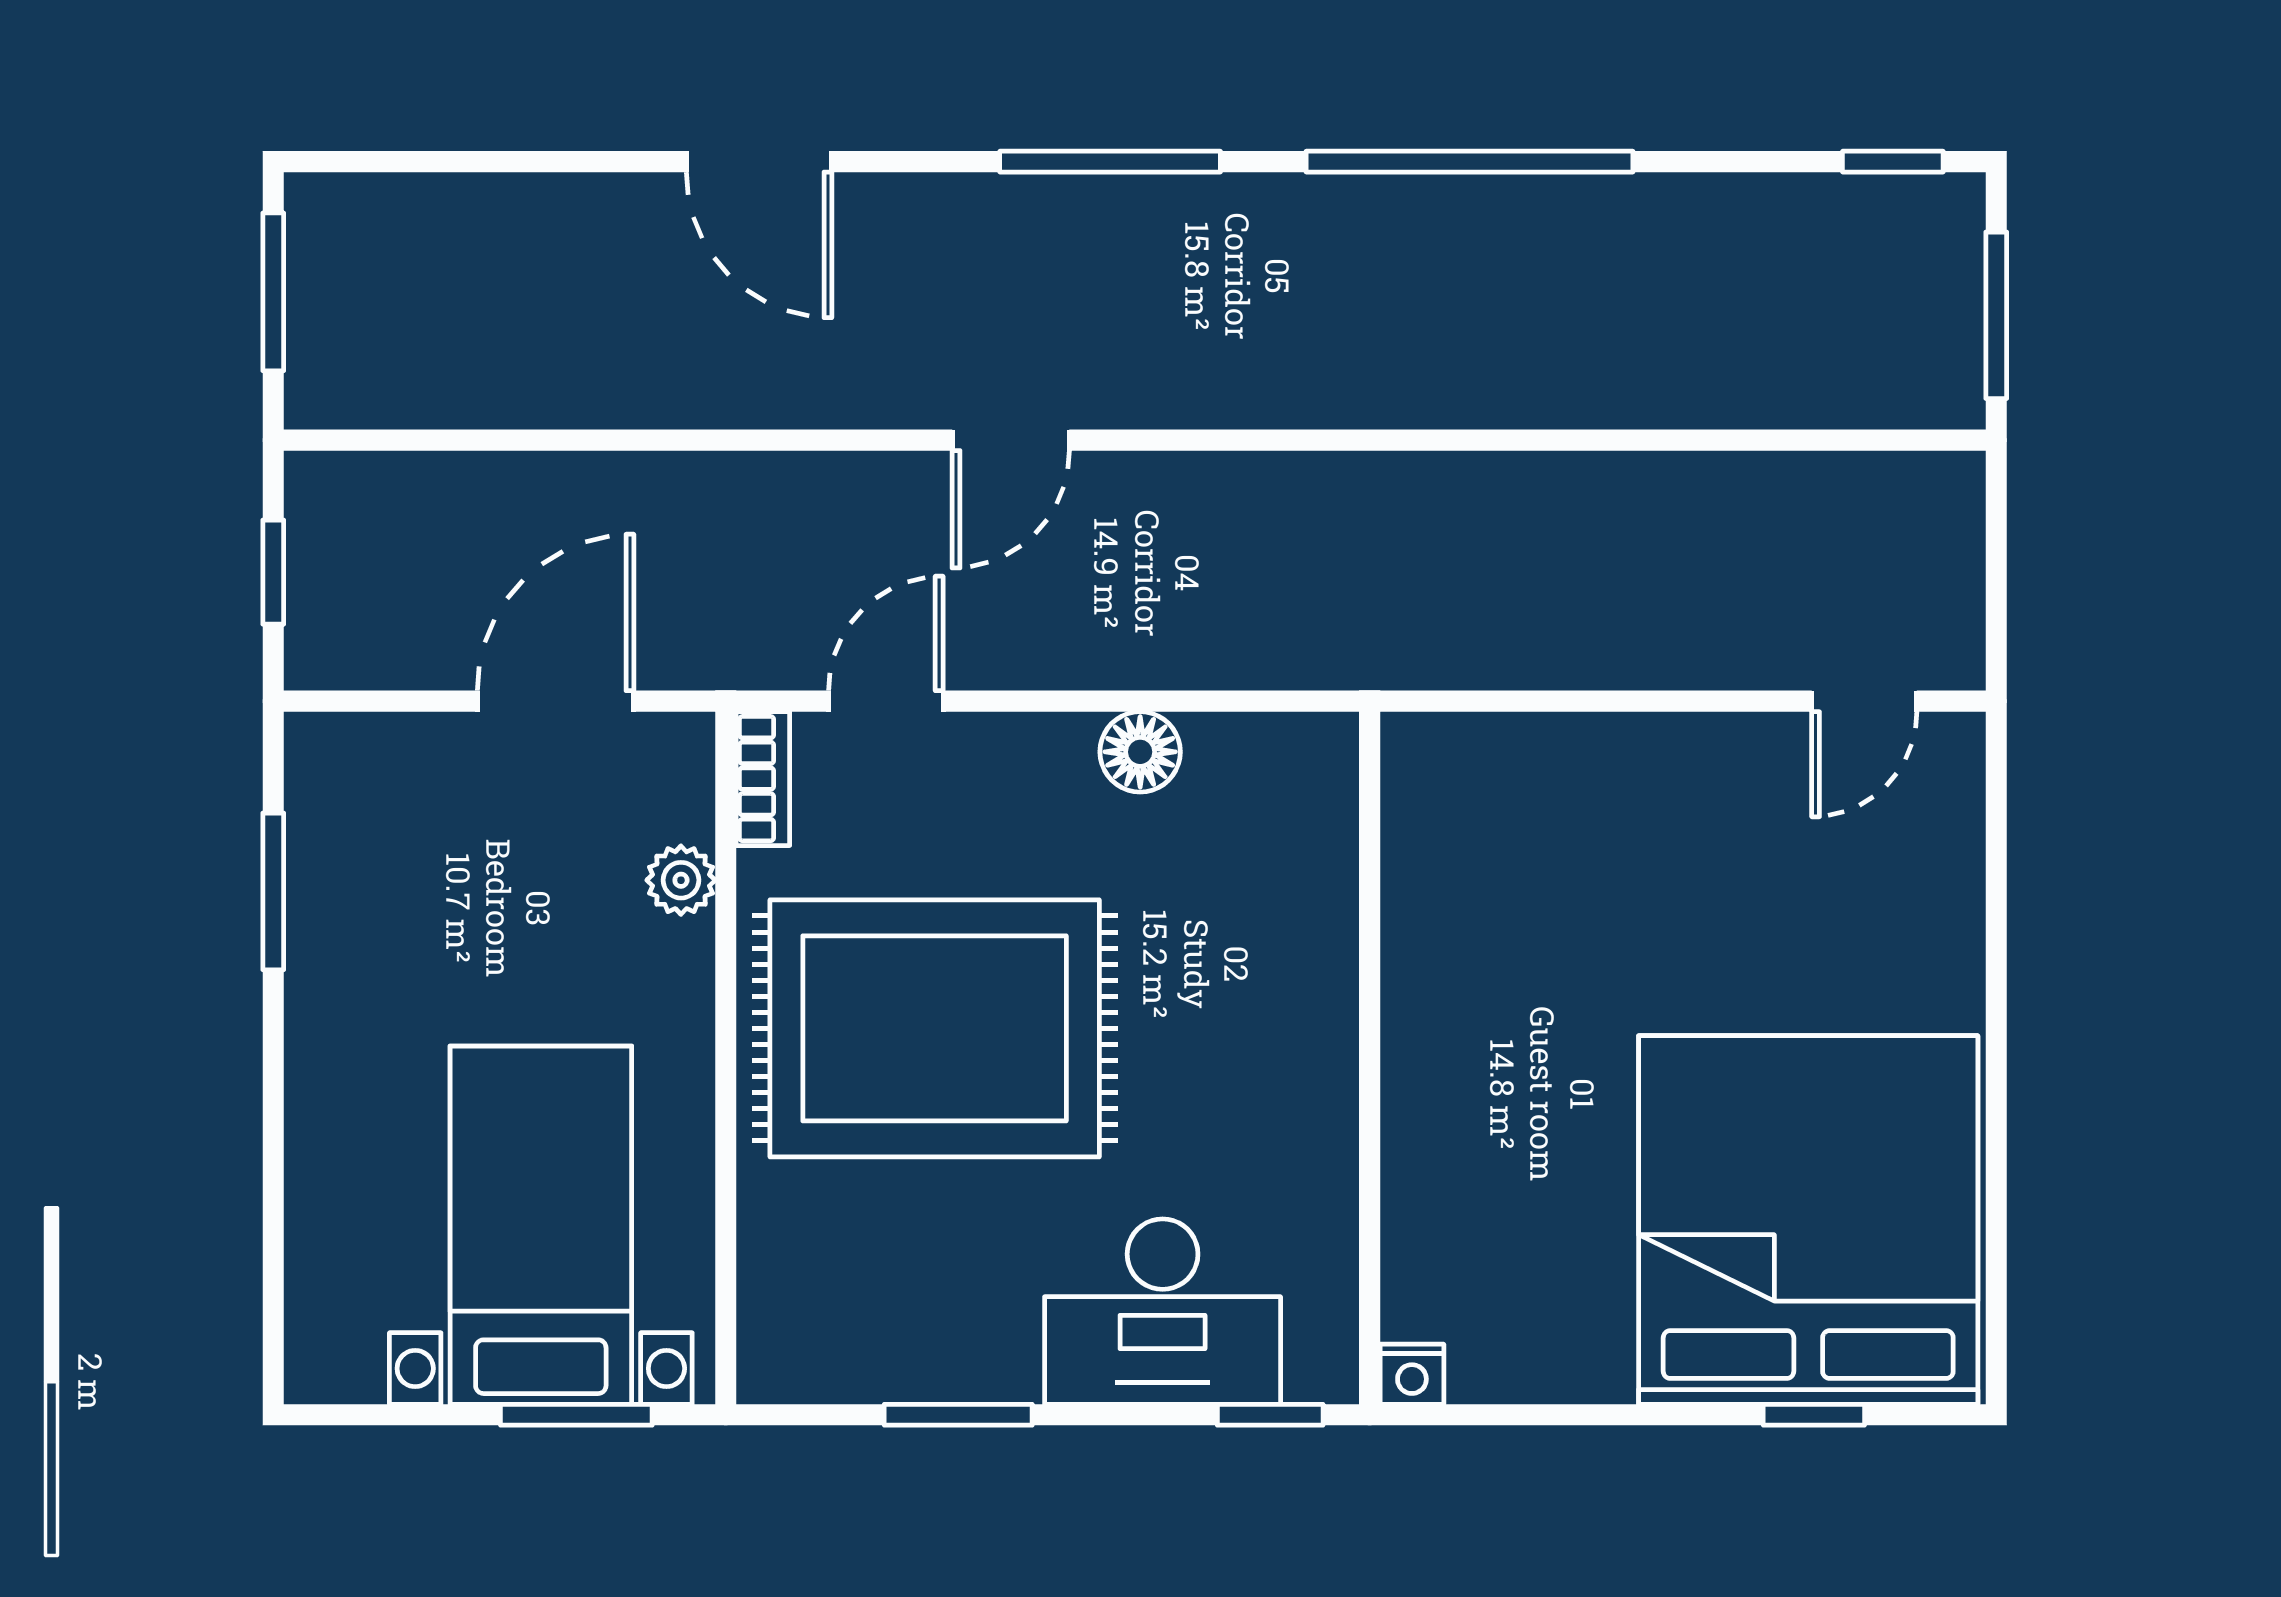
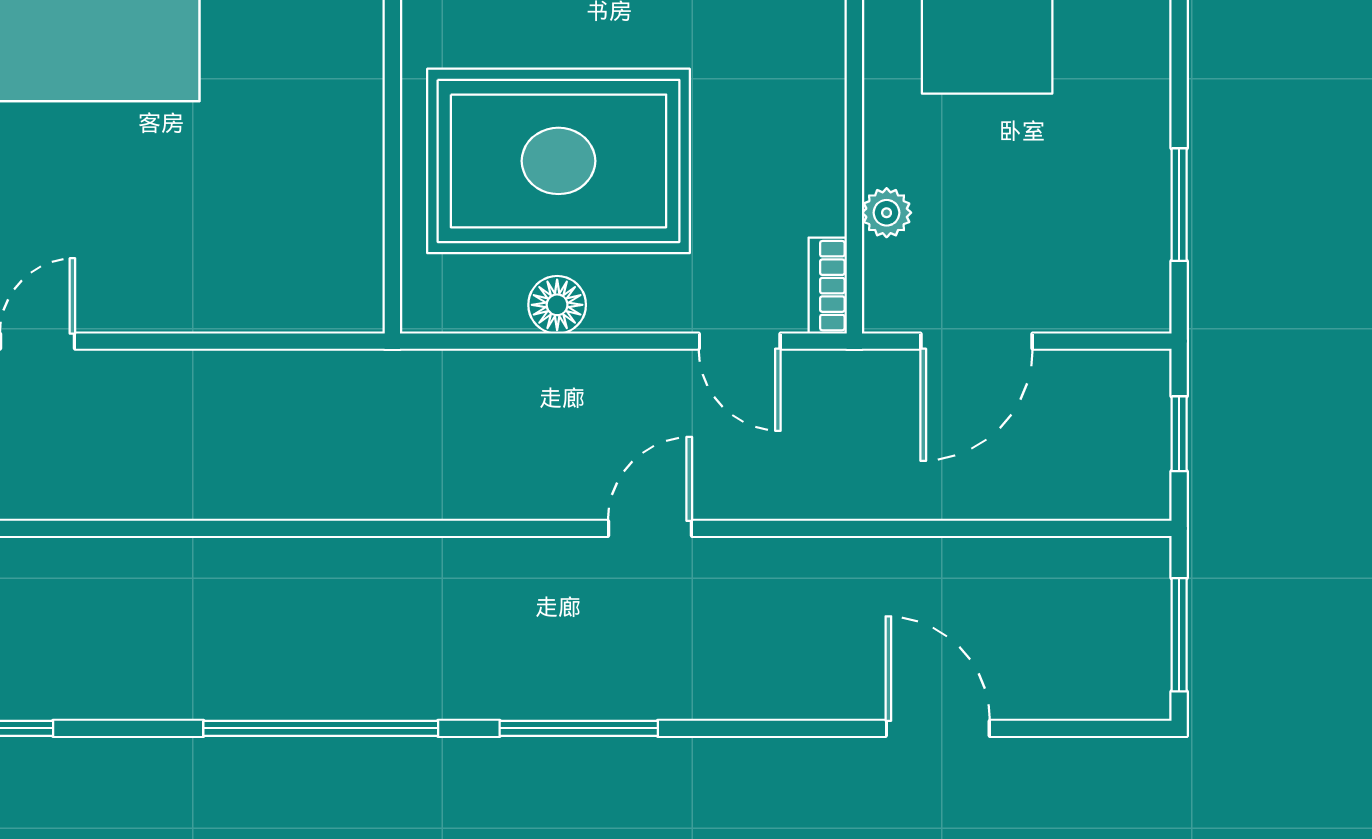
door: (759, 162) -> (938, 728), moved
door: (886, 701) -> (740, 341), hinge flipped
rug: (935, 1028) -> (558, 161), moved

